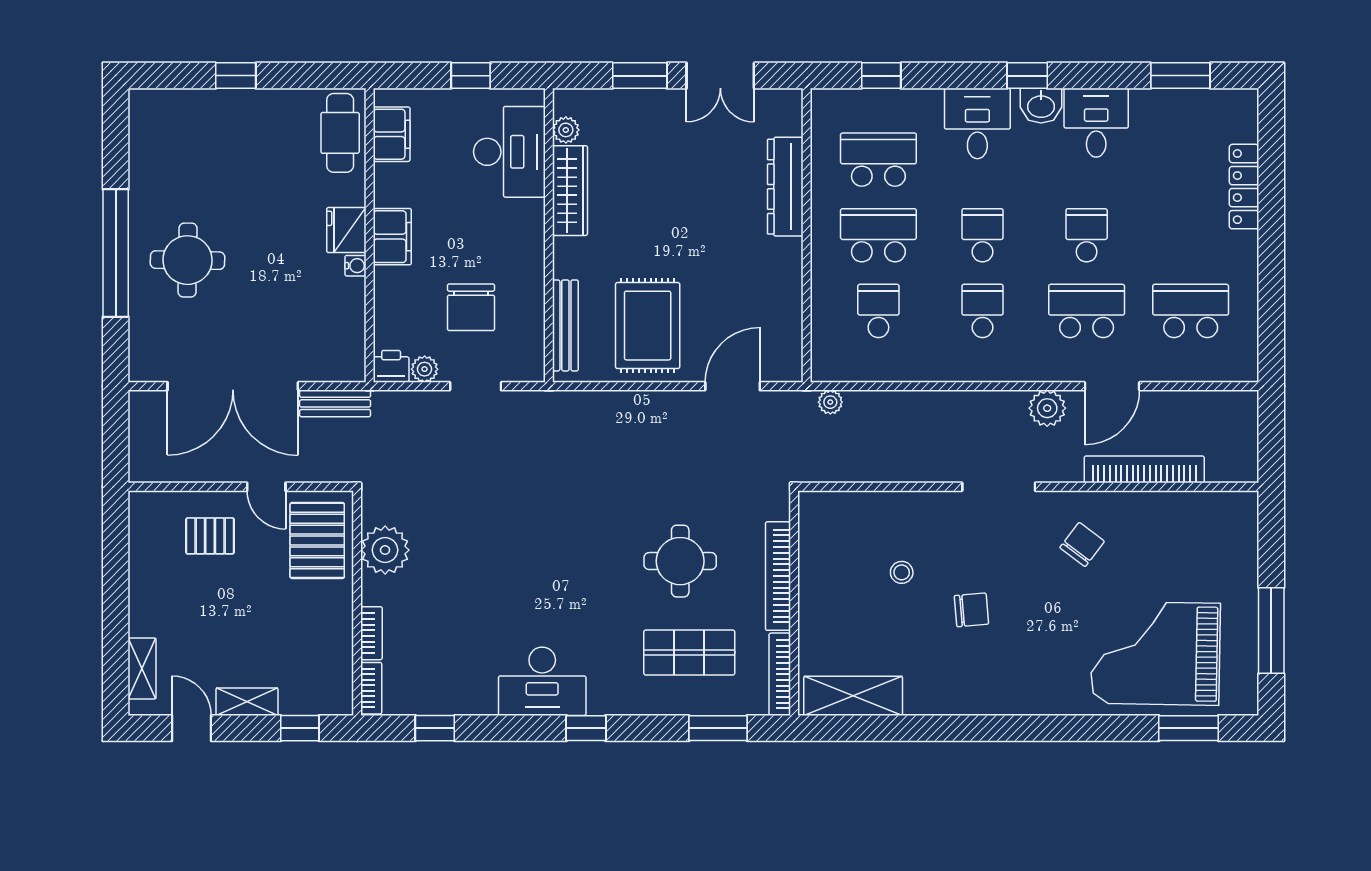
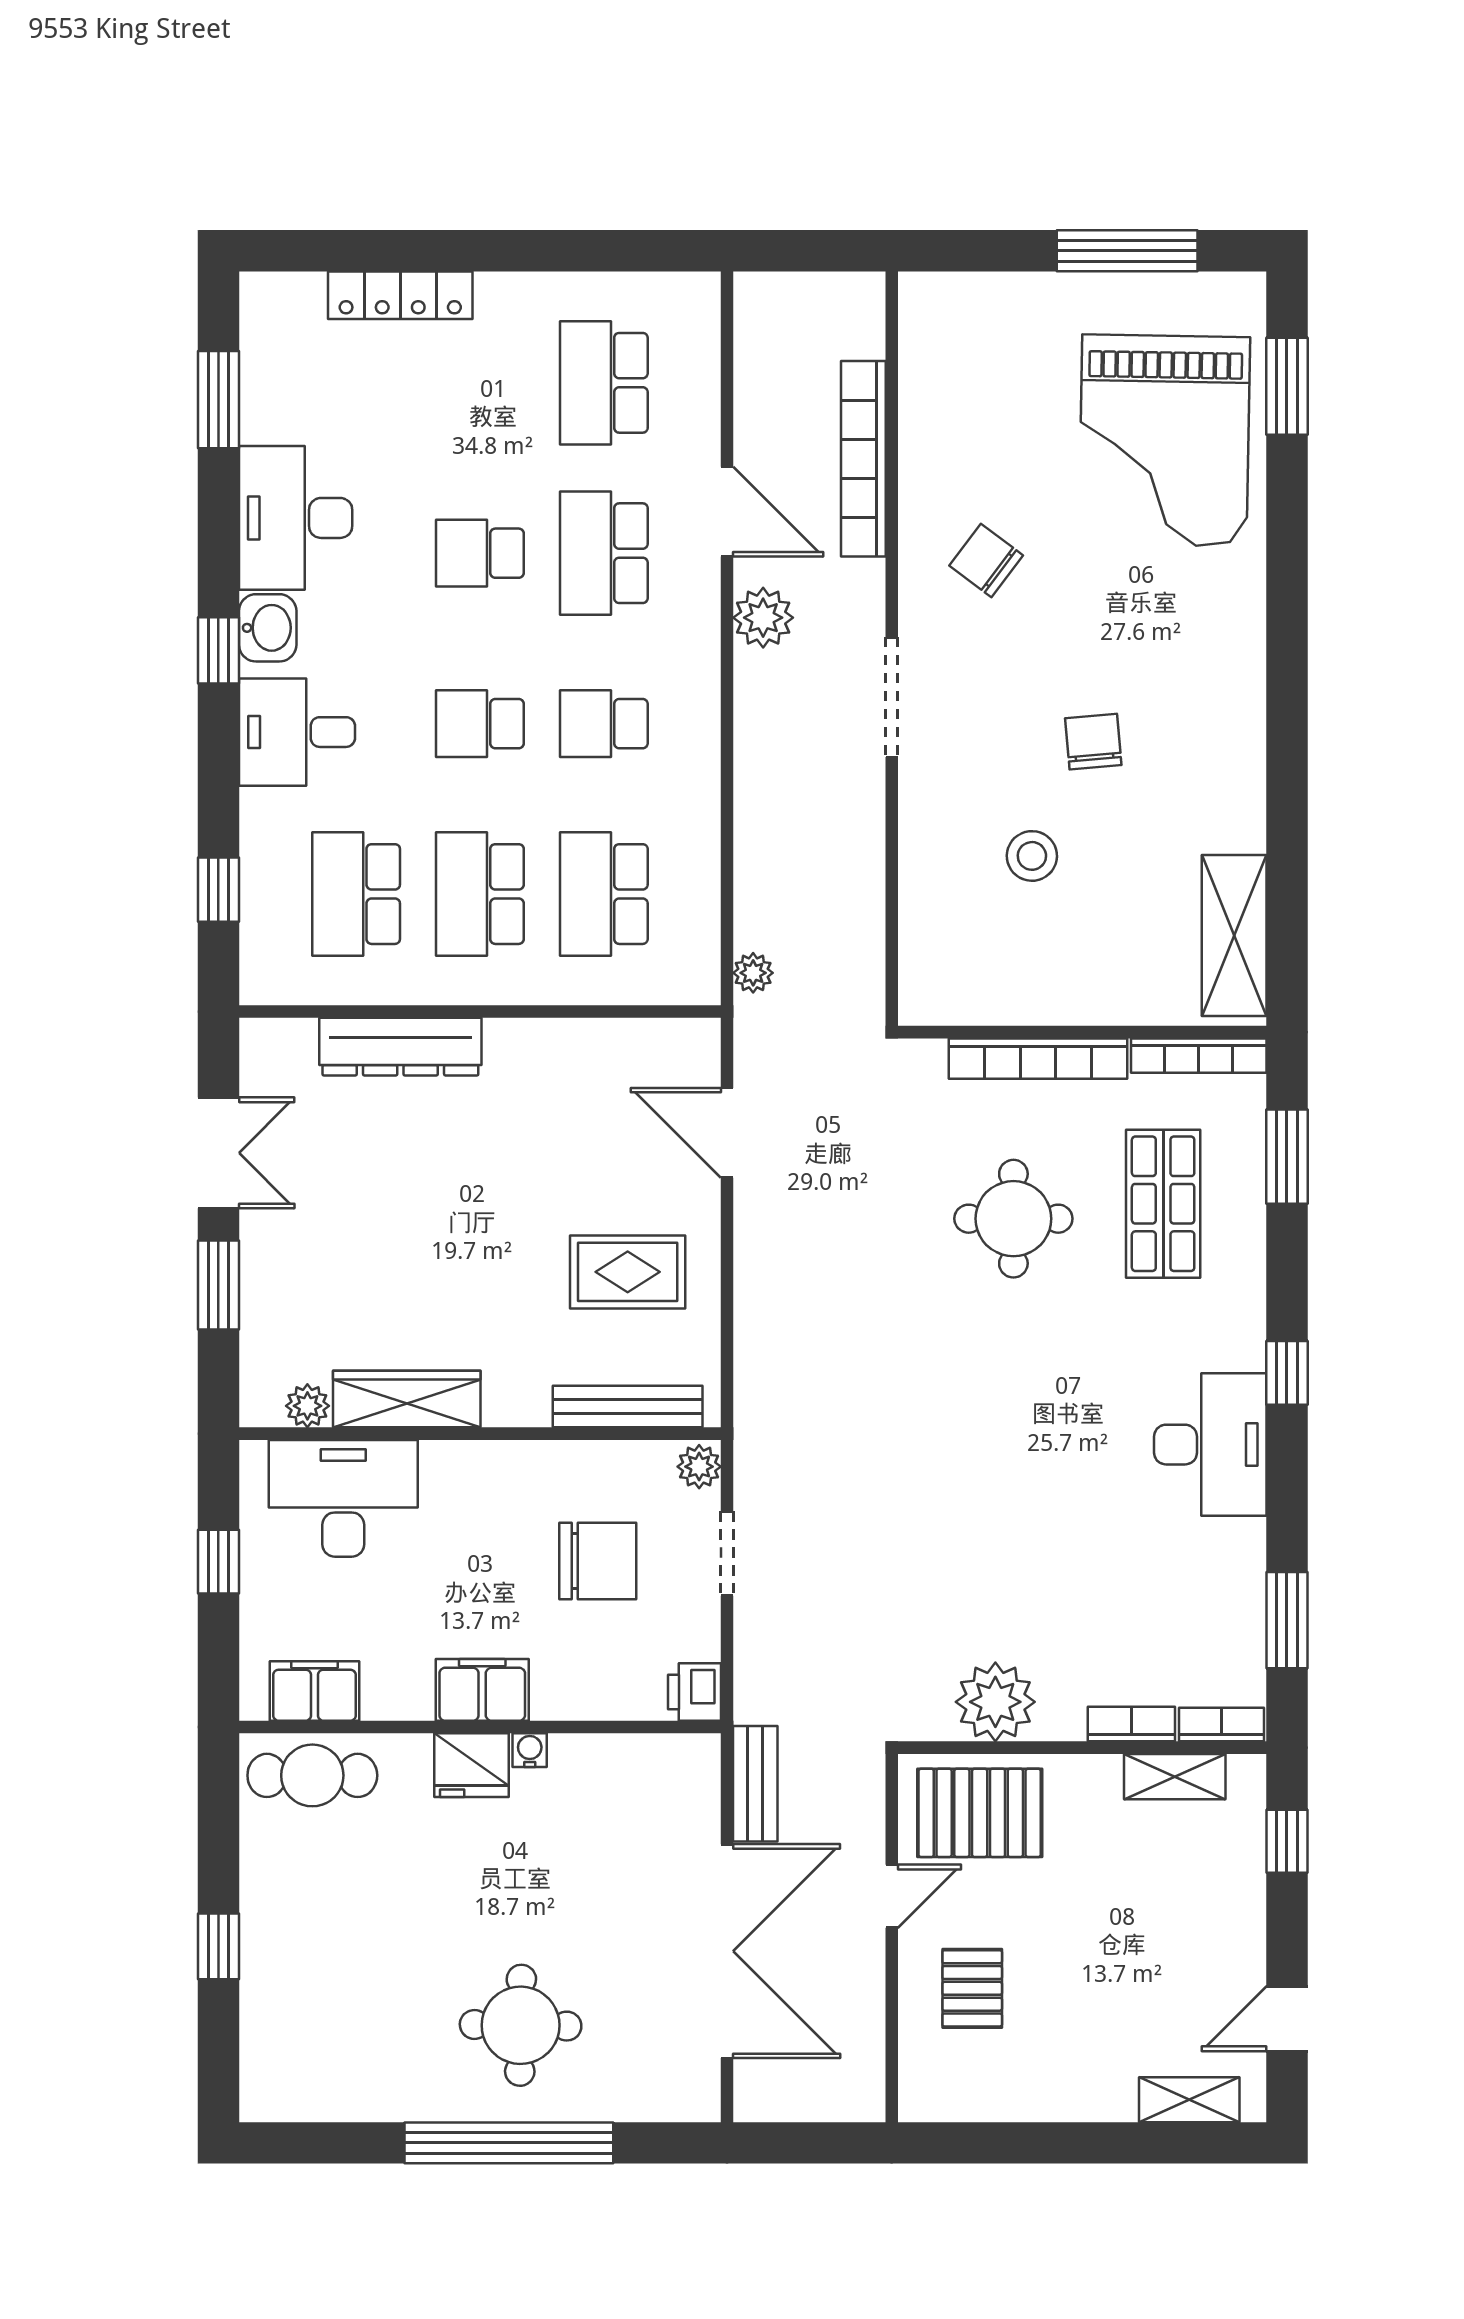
desk: (1096, 123) -> (296, 518), width x1.37
school desk: (878, 311) -> (604, 894), width x1.85
rug: (648, 326) -> (628, 1272), width x0.73, depth x0.70
plant: (425, 369) -> (699, 1467), moved
stool: (902, 572) -> (1032, 856), width x1.37, depth x1.37
shelving: (247, 702) -> (1175, 1777), moved, turned 90
window: (435, 728) -> (1287, 1620), width x1.50

